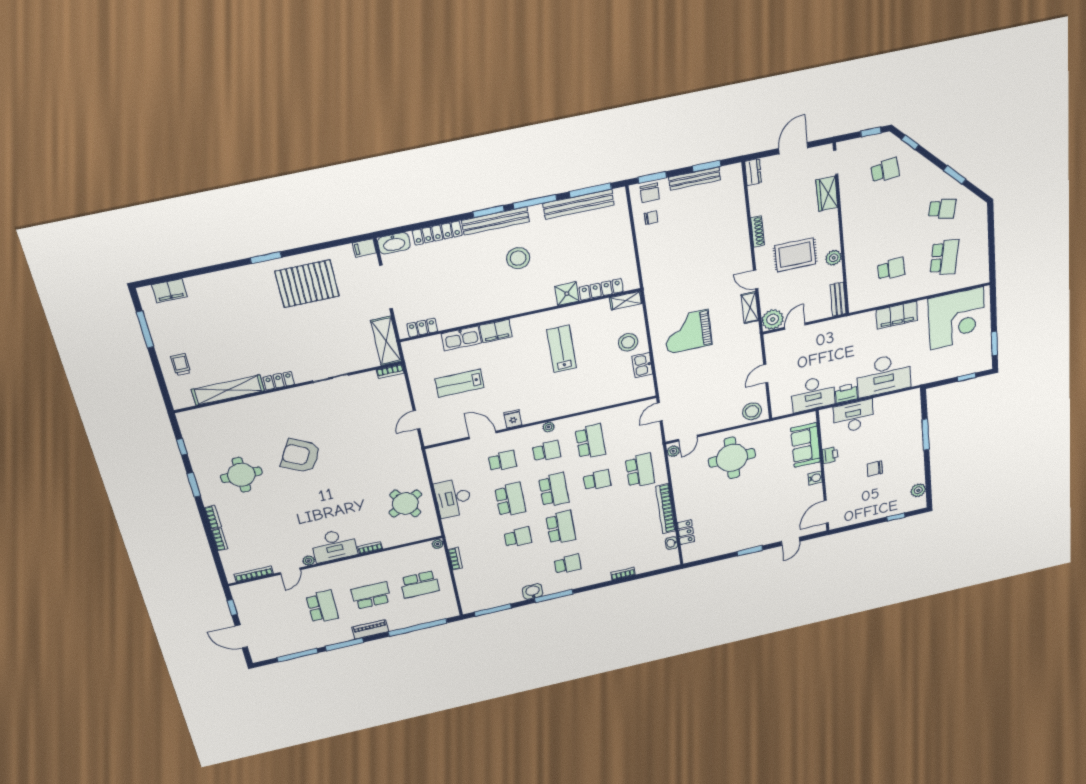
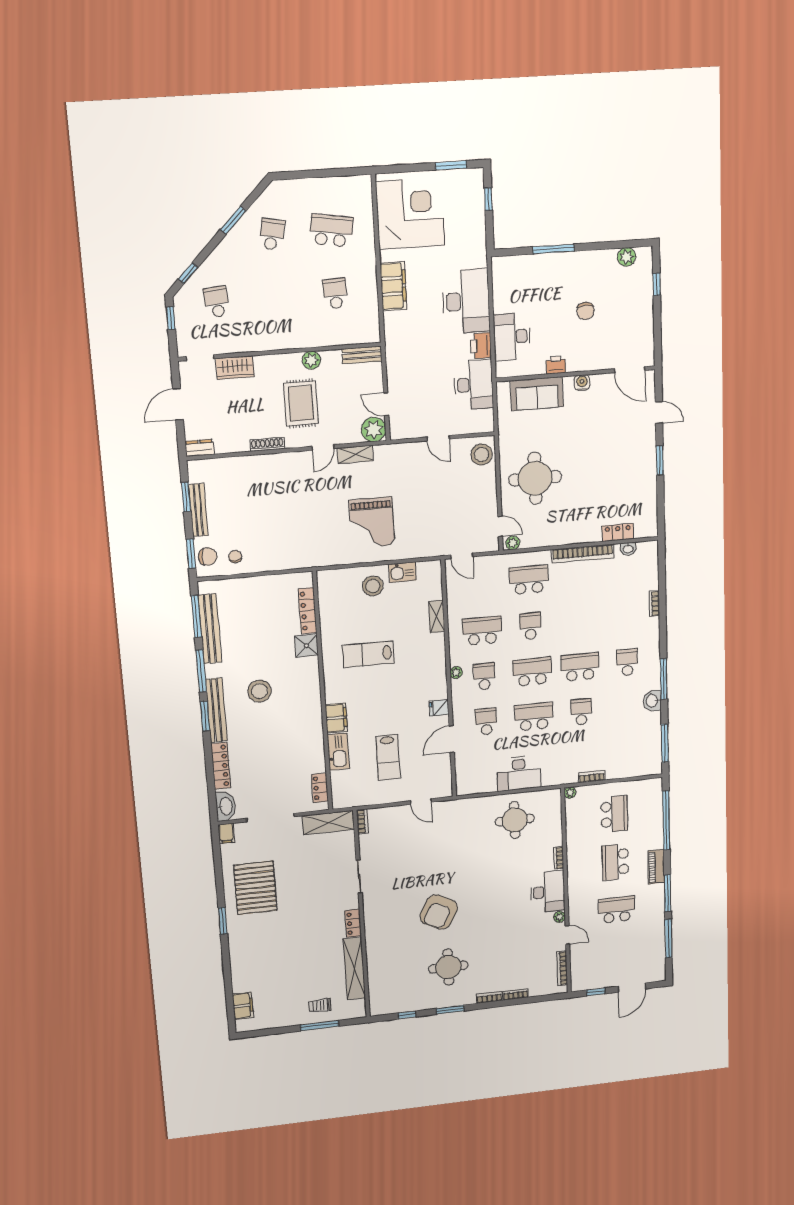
door: (793, 148) -> (178, 404), hinge flipped
shelving: (626, 301) -> (437, 617), moved
window: (145, 329) -> (320, 1026), moved
round table: (405, 503) -> (515, 820), turned 31

